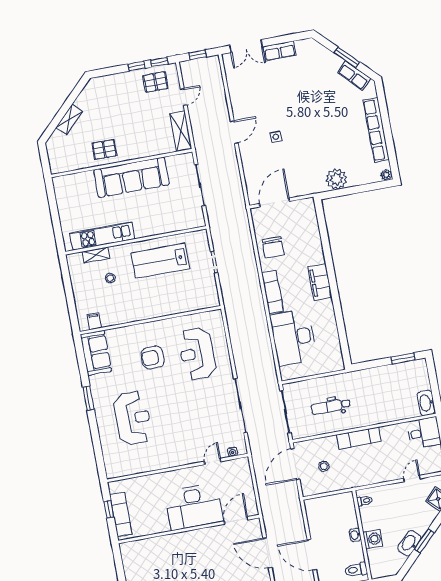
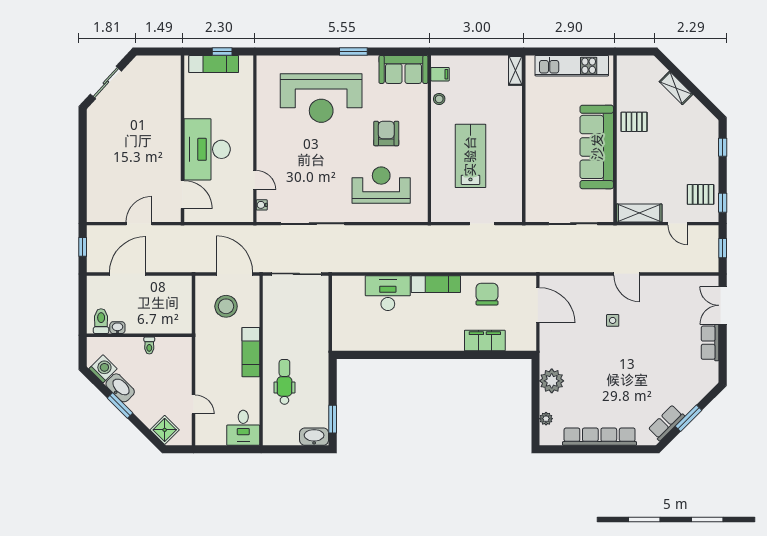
window: (136, 66) -> (723, 147), moved
pallet: (155, 82) -> (701, 194), turned 90
pallet: (104, 150) -> (634, 122), turned 90
plant: (386, 175) -> (546, 419), moved
kitchen unit: (102, 236) -> (572, 66), moved, turned 90
chair: (273, 247) -> (487, 294), turned 90
shelving: (96, 255) -> (515, 70), moved
lab bench: (160, 261) -> (470, 156), moved
stool: (110, 278) -> (439, 99), moved
filing cabinet: (320, 282) -> (485, 341), moved
desk: (293, 337) -> (388, 293), width x0.73, depth x0.77
washbasin: (426, 403) -> (314, 437), moved
dental chair: (331, 406) -> (284, 382), moved
reception desk: (133, 418) -> (321, 98), width x1.36, depth x1.30
stool: (324, 466) -> (226, 306), width x1.89, depth x1.89
toilet: (364, 501) -> (149, 345), moved
washbasin: (355, 535) -> (117, 328), moved
washing machine: (373, 539) -> (103, 369), moved, turned -135
door: (267, 553) -> (139, 224), width x0.73

